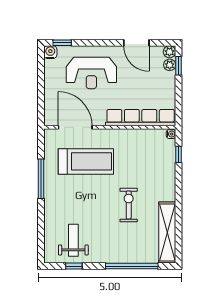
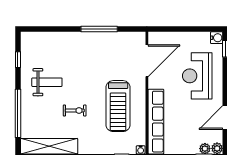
treadmill: (86, 161) -> (118, 106), moved
exercise bike: (129, 205) -> (75, 110), width x0.73, depth x0.72
weight bench: (73, 240) -> (47, 82), moved

